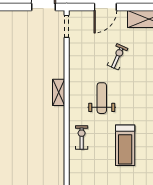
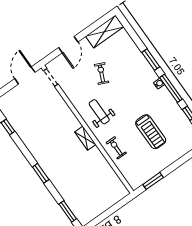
shelving: (59, 92) -> (85, 138), moved
weight bench: (102, 98) -> (99, 112), moved

